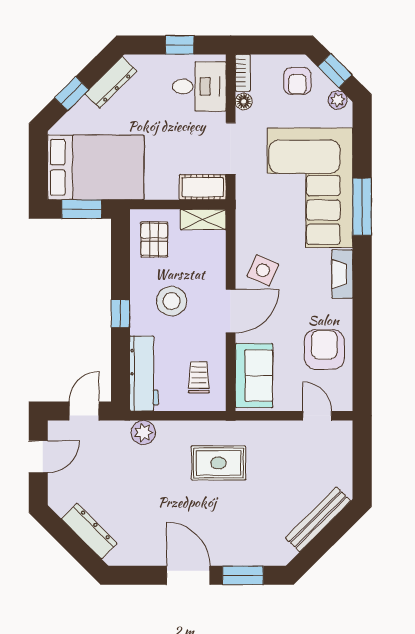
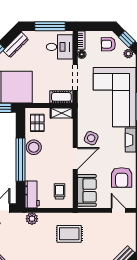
window: (180, 45) -> (50, 26), width x2.17
armchair: (297, 81) -> (108, 44), turned 89
stool: (172, 301) -> (34, 147), moved
window: (120, 314) -> (21, 160), width x3.17
armchair: (324, 349) -> (122, 177), turned 180
workbench: (144, 374) -> (32, 194), width x0.73

